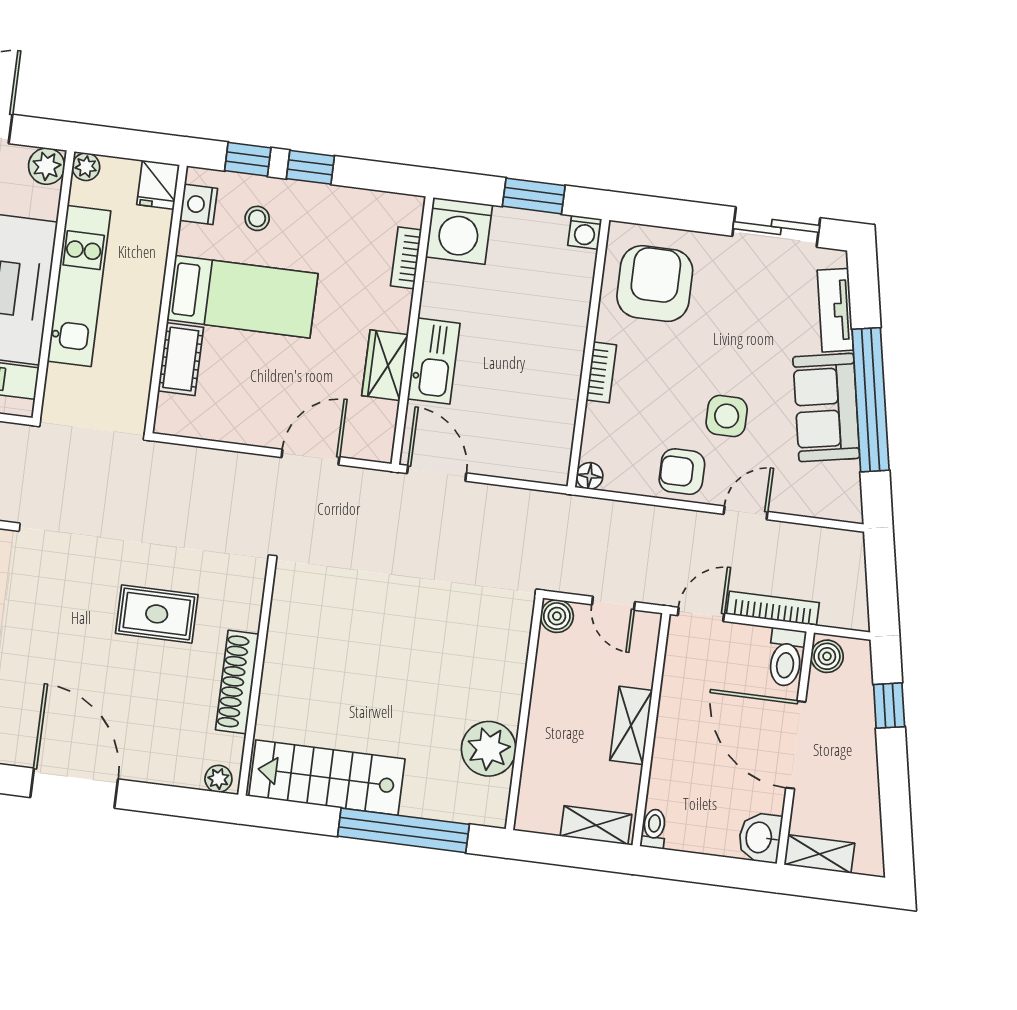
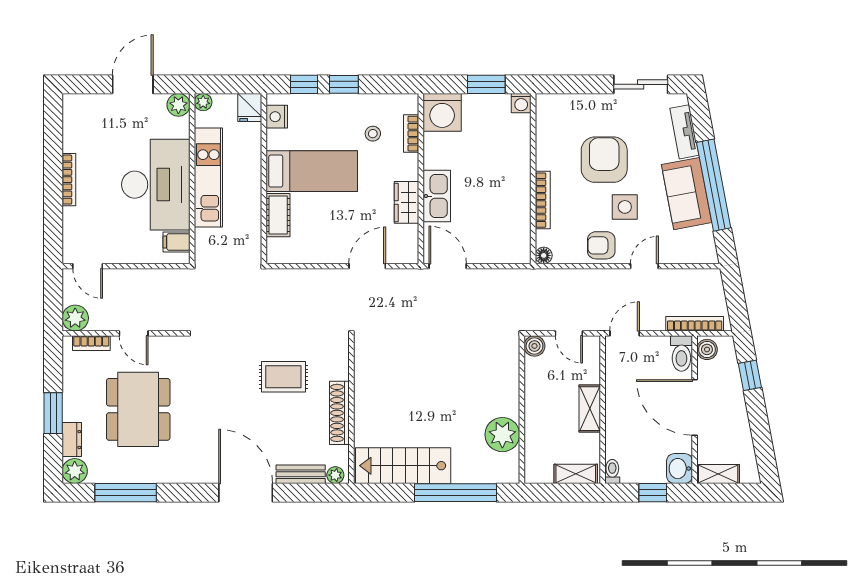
stool: (257, 218) -> (373, 134), moved
armchair: (655, 284) -> (604, 160), moved
bookcase: (601, 372) -> (543, 200), width x1.56
bookcase: (773, 608) -> (695, 324), moved
bench: (164, 770) -> (301, 474), added
window: (713, 870) -> (653, 493), added

